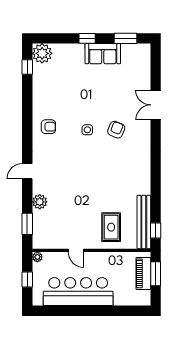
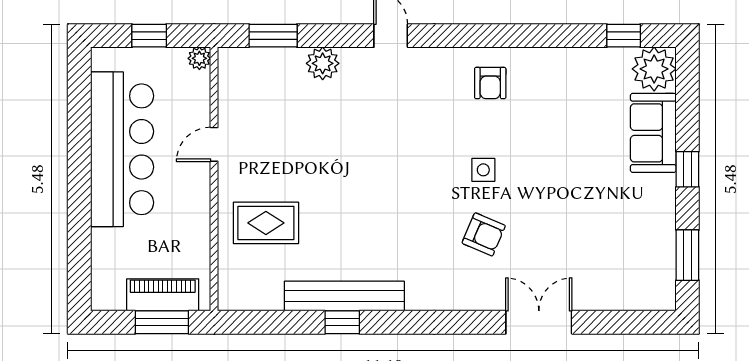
sofa: (103, 54) -> (653, 133), moved
bench: (144, 222) -> (344, 296), moved
window: (156, 230) -> (342, 322), moved

